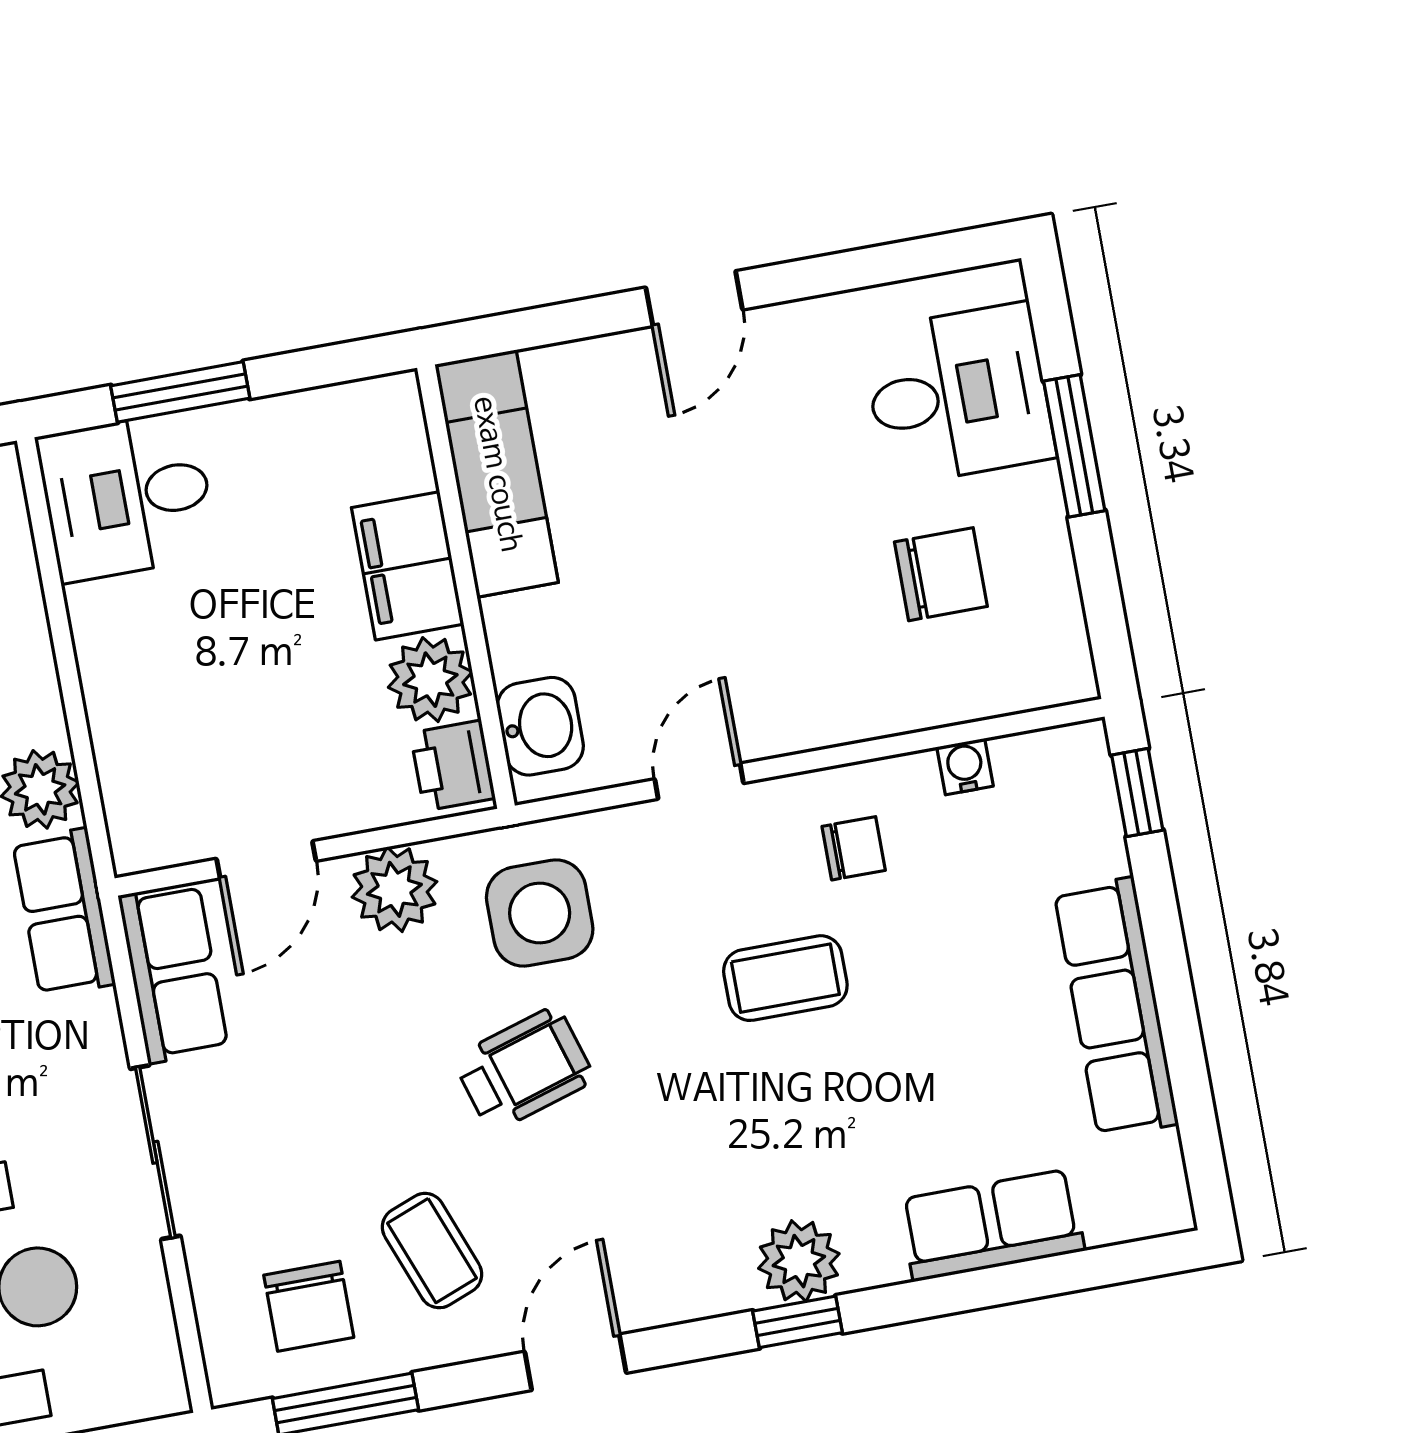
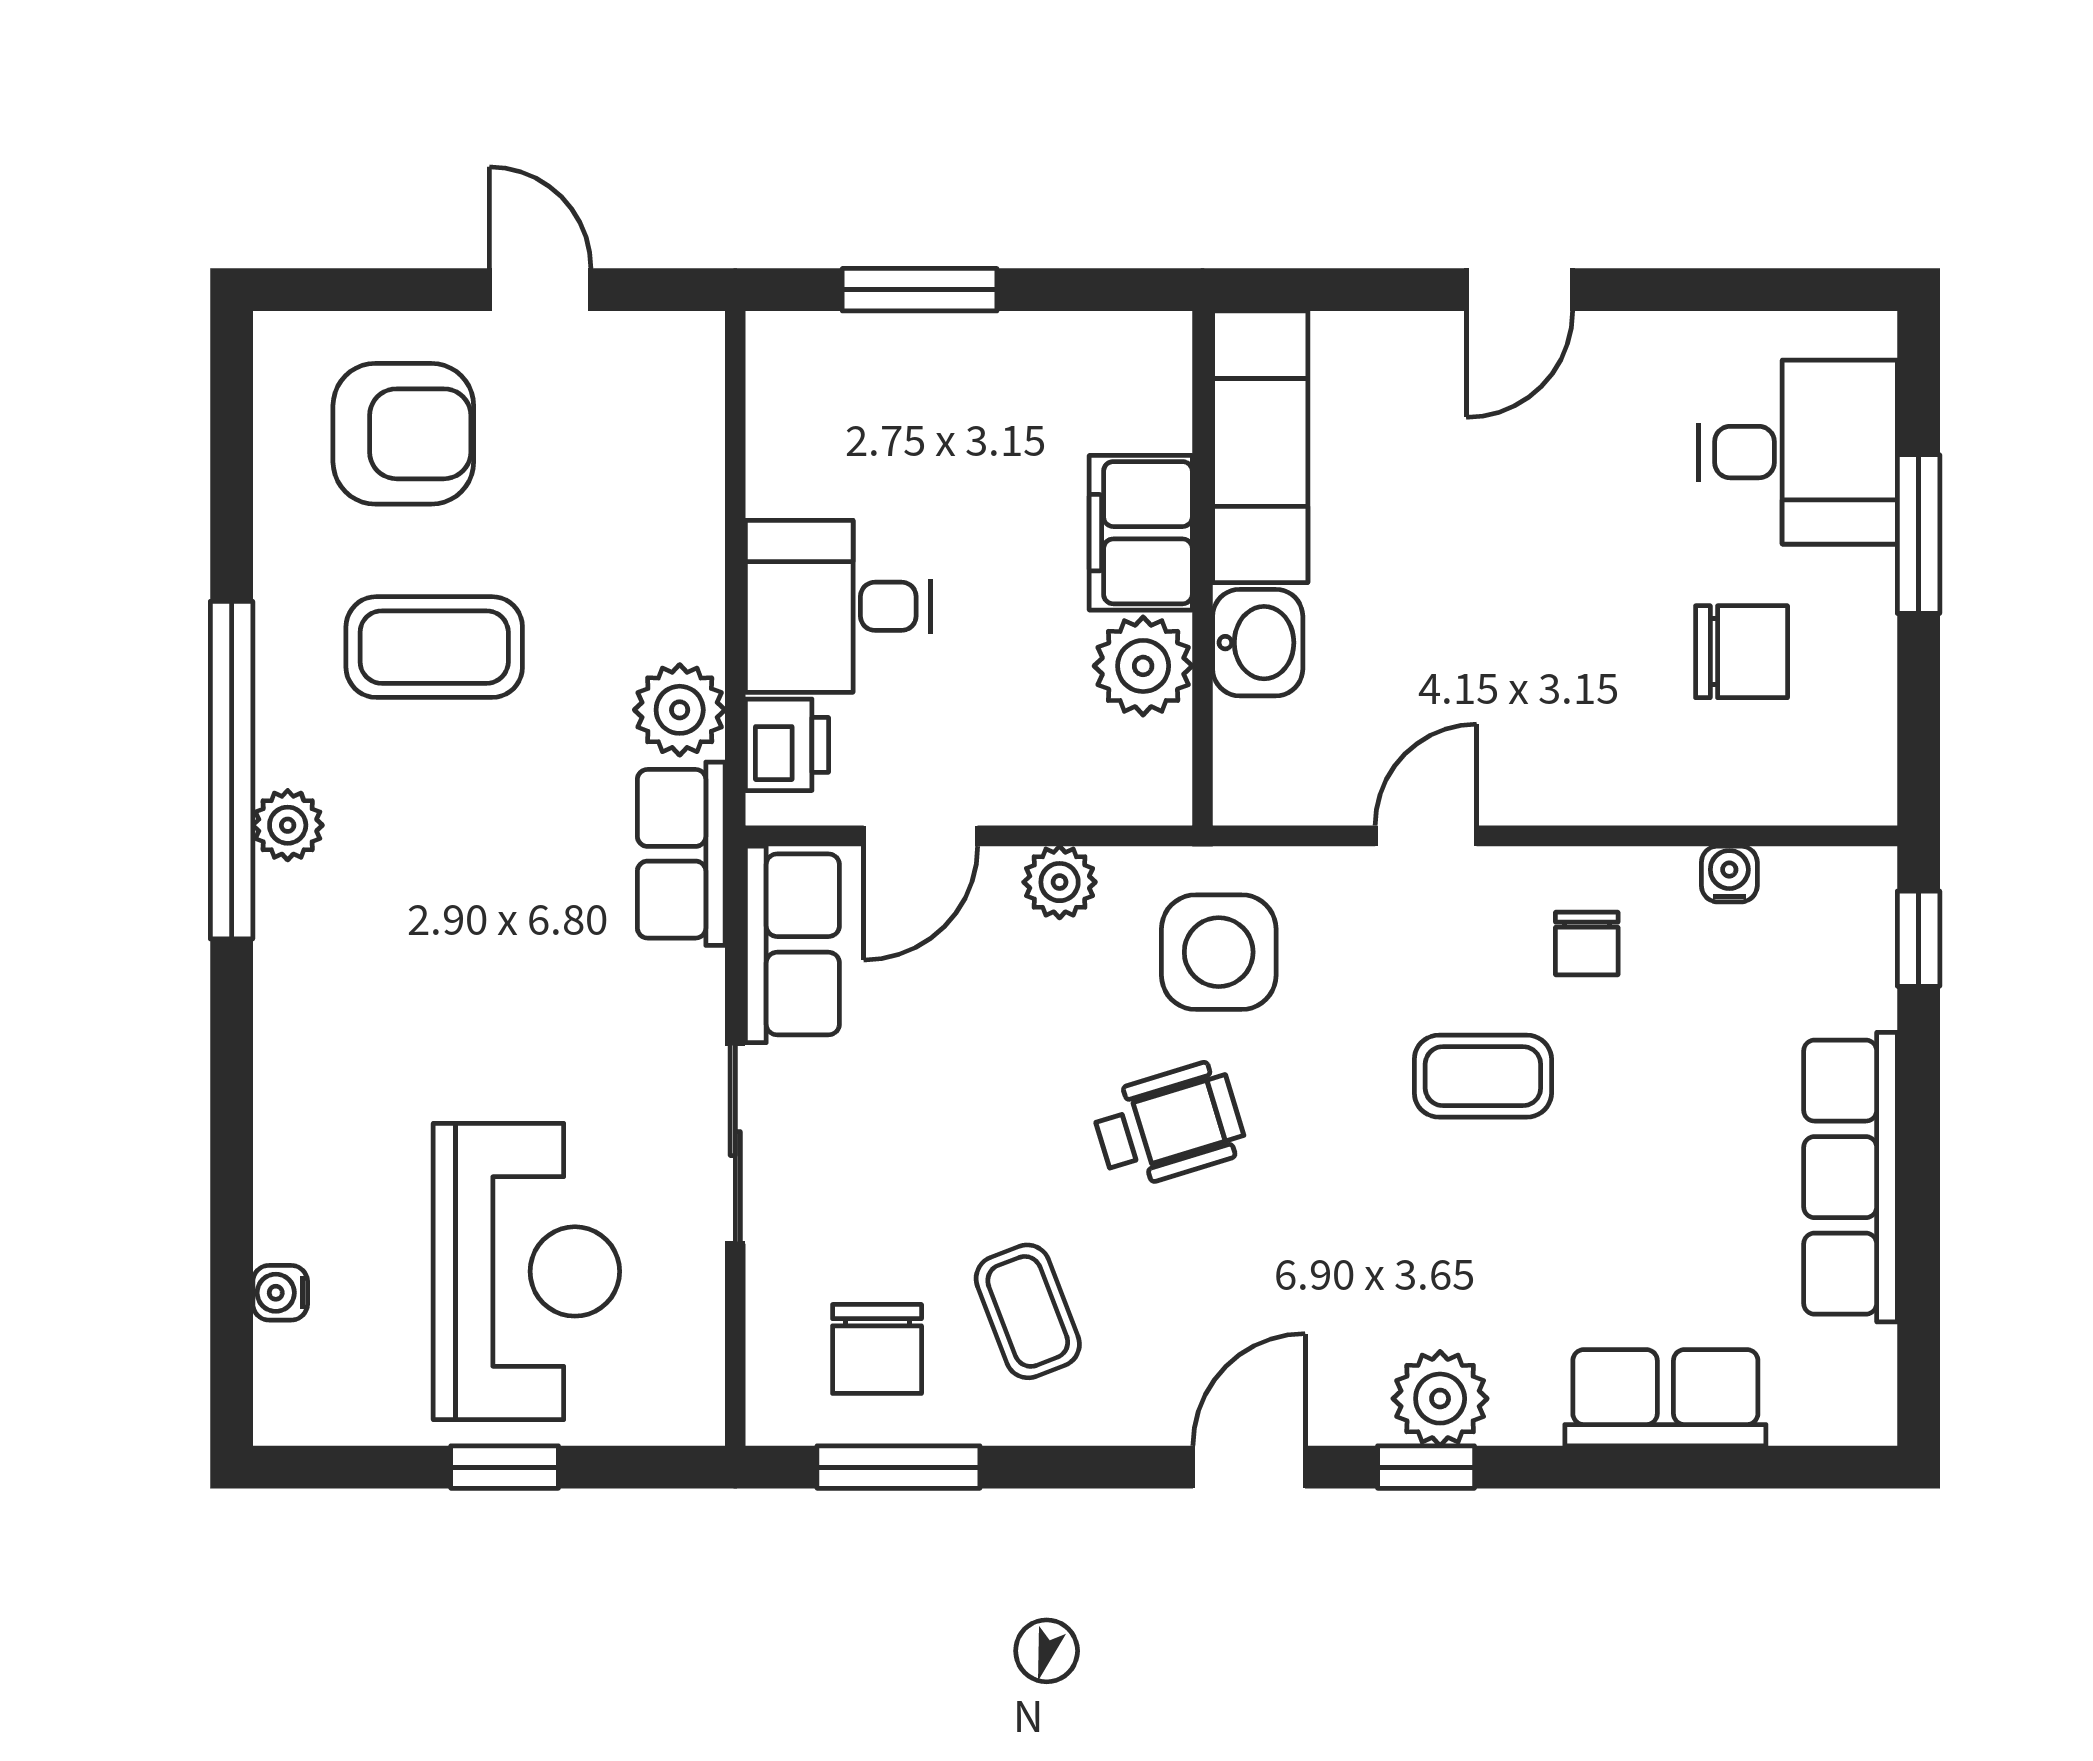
desk: (127, 497) -> (838, 606), moved
washbasin: (540, 726) -> (1258, 643), moved
printer: (453, 766) -> (787, 745), moved, turned 180
chair: (854, 848) -> (1587, 943), turned 90
plant: (394, 889) -> (1060, 882), width x0.73, depth x0.73
door: (575, 1362) -> (1249, 1467), moved

